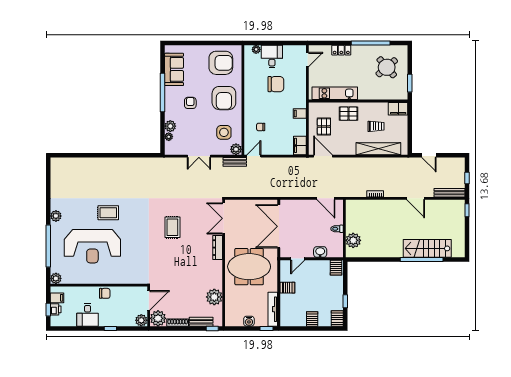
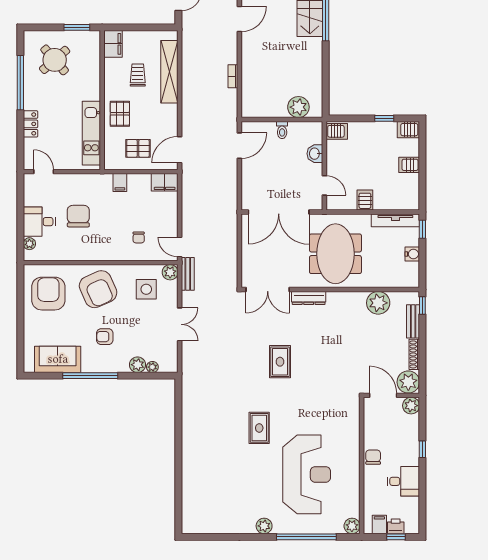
armchair: (224, 98) -> (98, 289), turned 66
rug: (108, 213) -> (259, 428), moved
rug: (172, 227) -> (280, 362), turned 90

